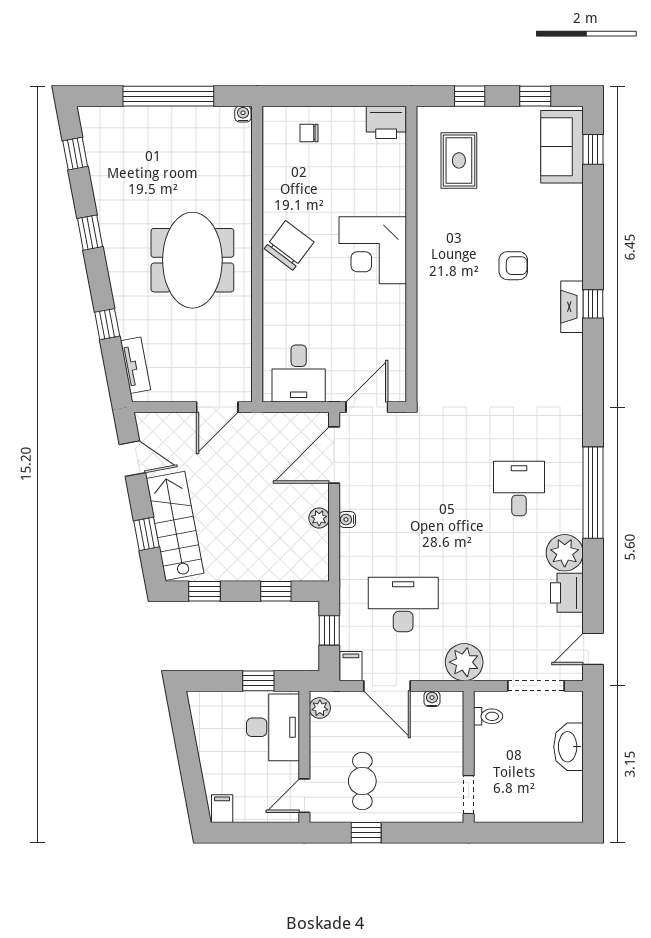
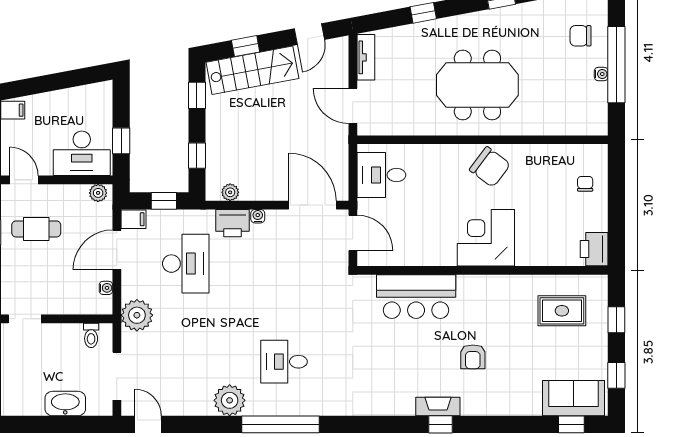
water cooler: (243, 114) -> (601, 74), moved
chair: (134, 138) -> (581, 36), added
bar counter: (442, 333) -> (416, 297), added
tv unit: (135, 365) -> (366, 57), moved, turned -79
desk: (519, 488) -> (284, 362), turned 180
plant: (319, 518) -> (230, 192), moved
printer: (567, 593) -> (233, 223), moved, turned 180

